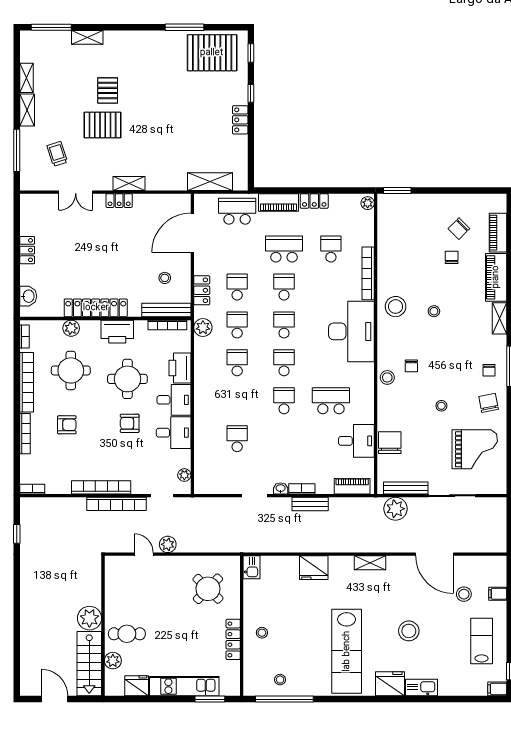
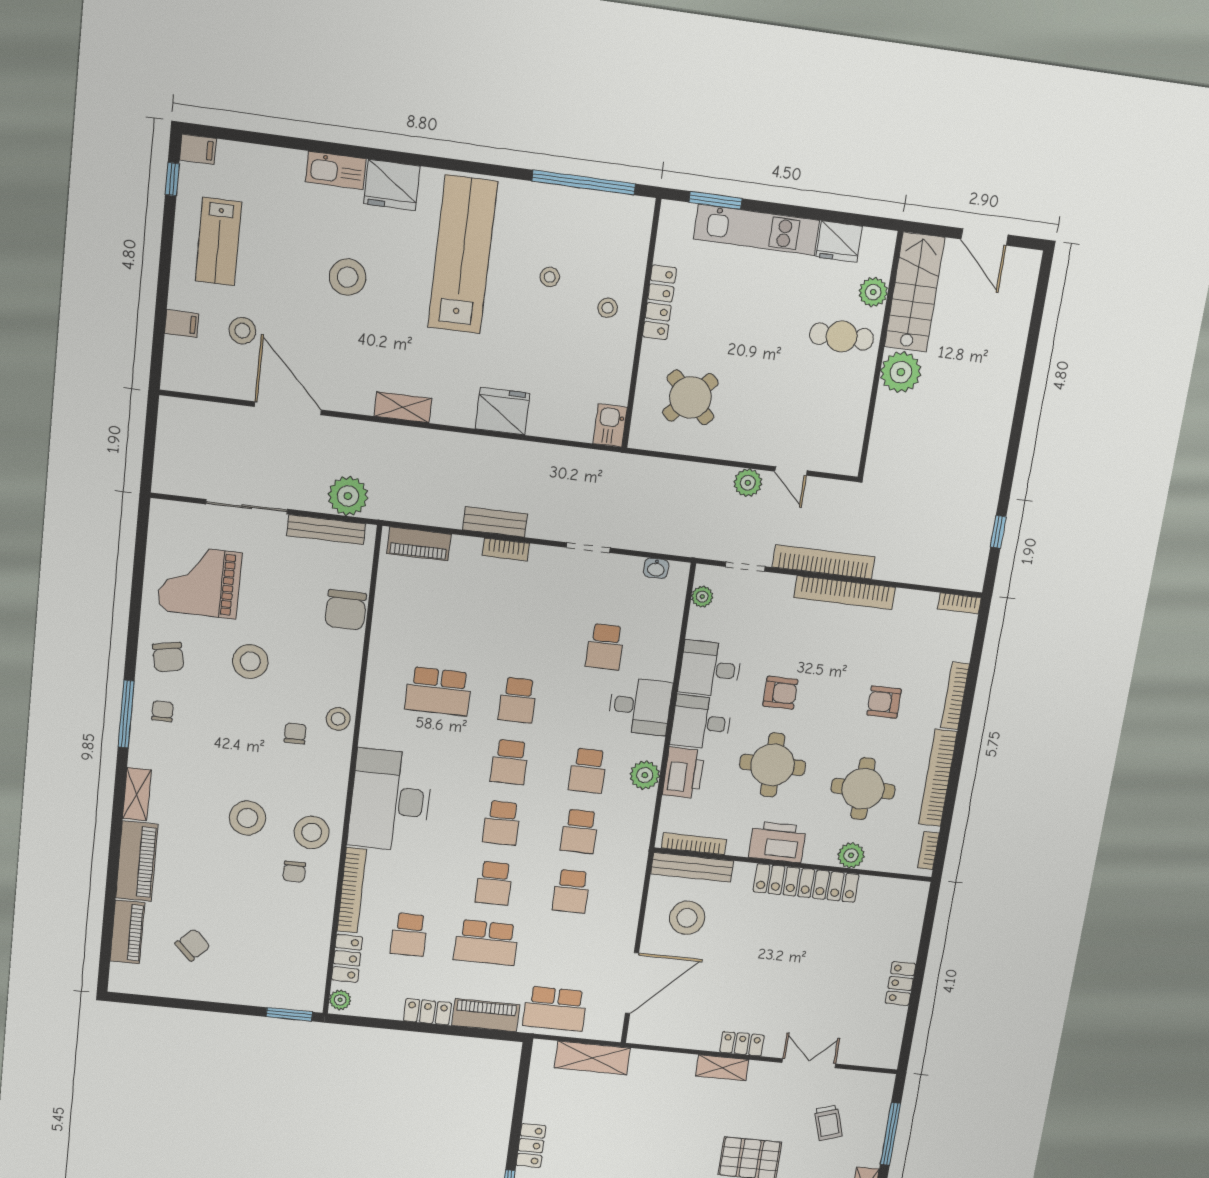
chair: (452, 257) -> (294, 872), moved
stool: (165, 278) -> (687, 918), width x1.89, depth x1.89
locker: (202, 290) -> (347, 958), moved, turned 180
washbasin: (28, 296) -> (911, 913), removed
stool: (434, 311) -> (247, 818), width x1.89, depth x1.89
plant: (203, 328) -> (645, 775), moved
stool: (441, 406) -> (250, 661), width x1.89, depth x1.89
desk: (356, 441) -> (640, 706), moved, turned 180
washbasin: (281, 488) -> (656, 568), moved
stool: (280, 680) -> (550, 277), moved

